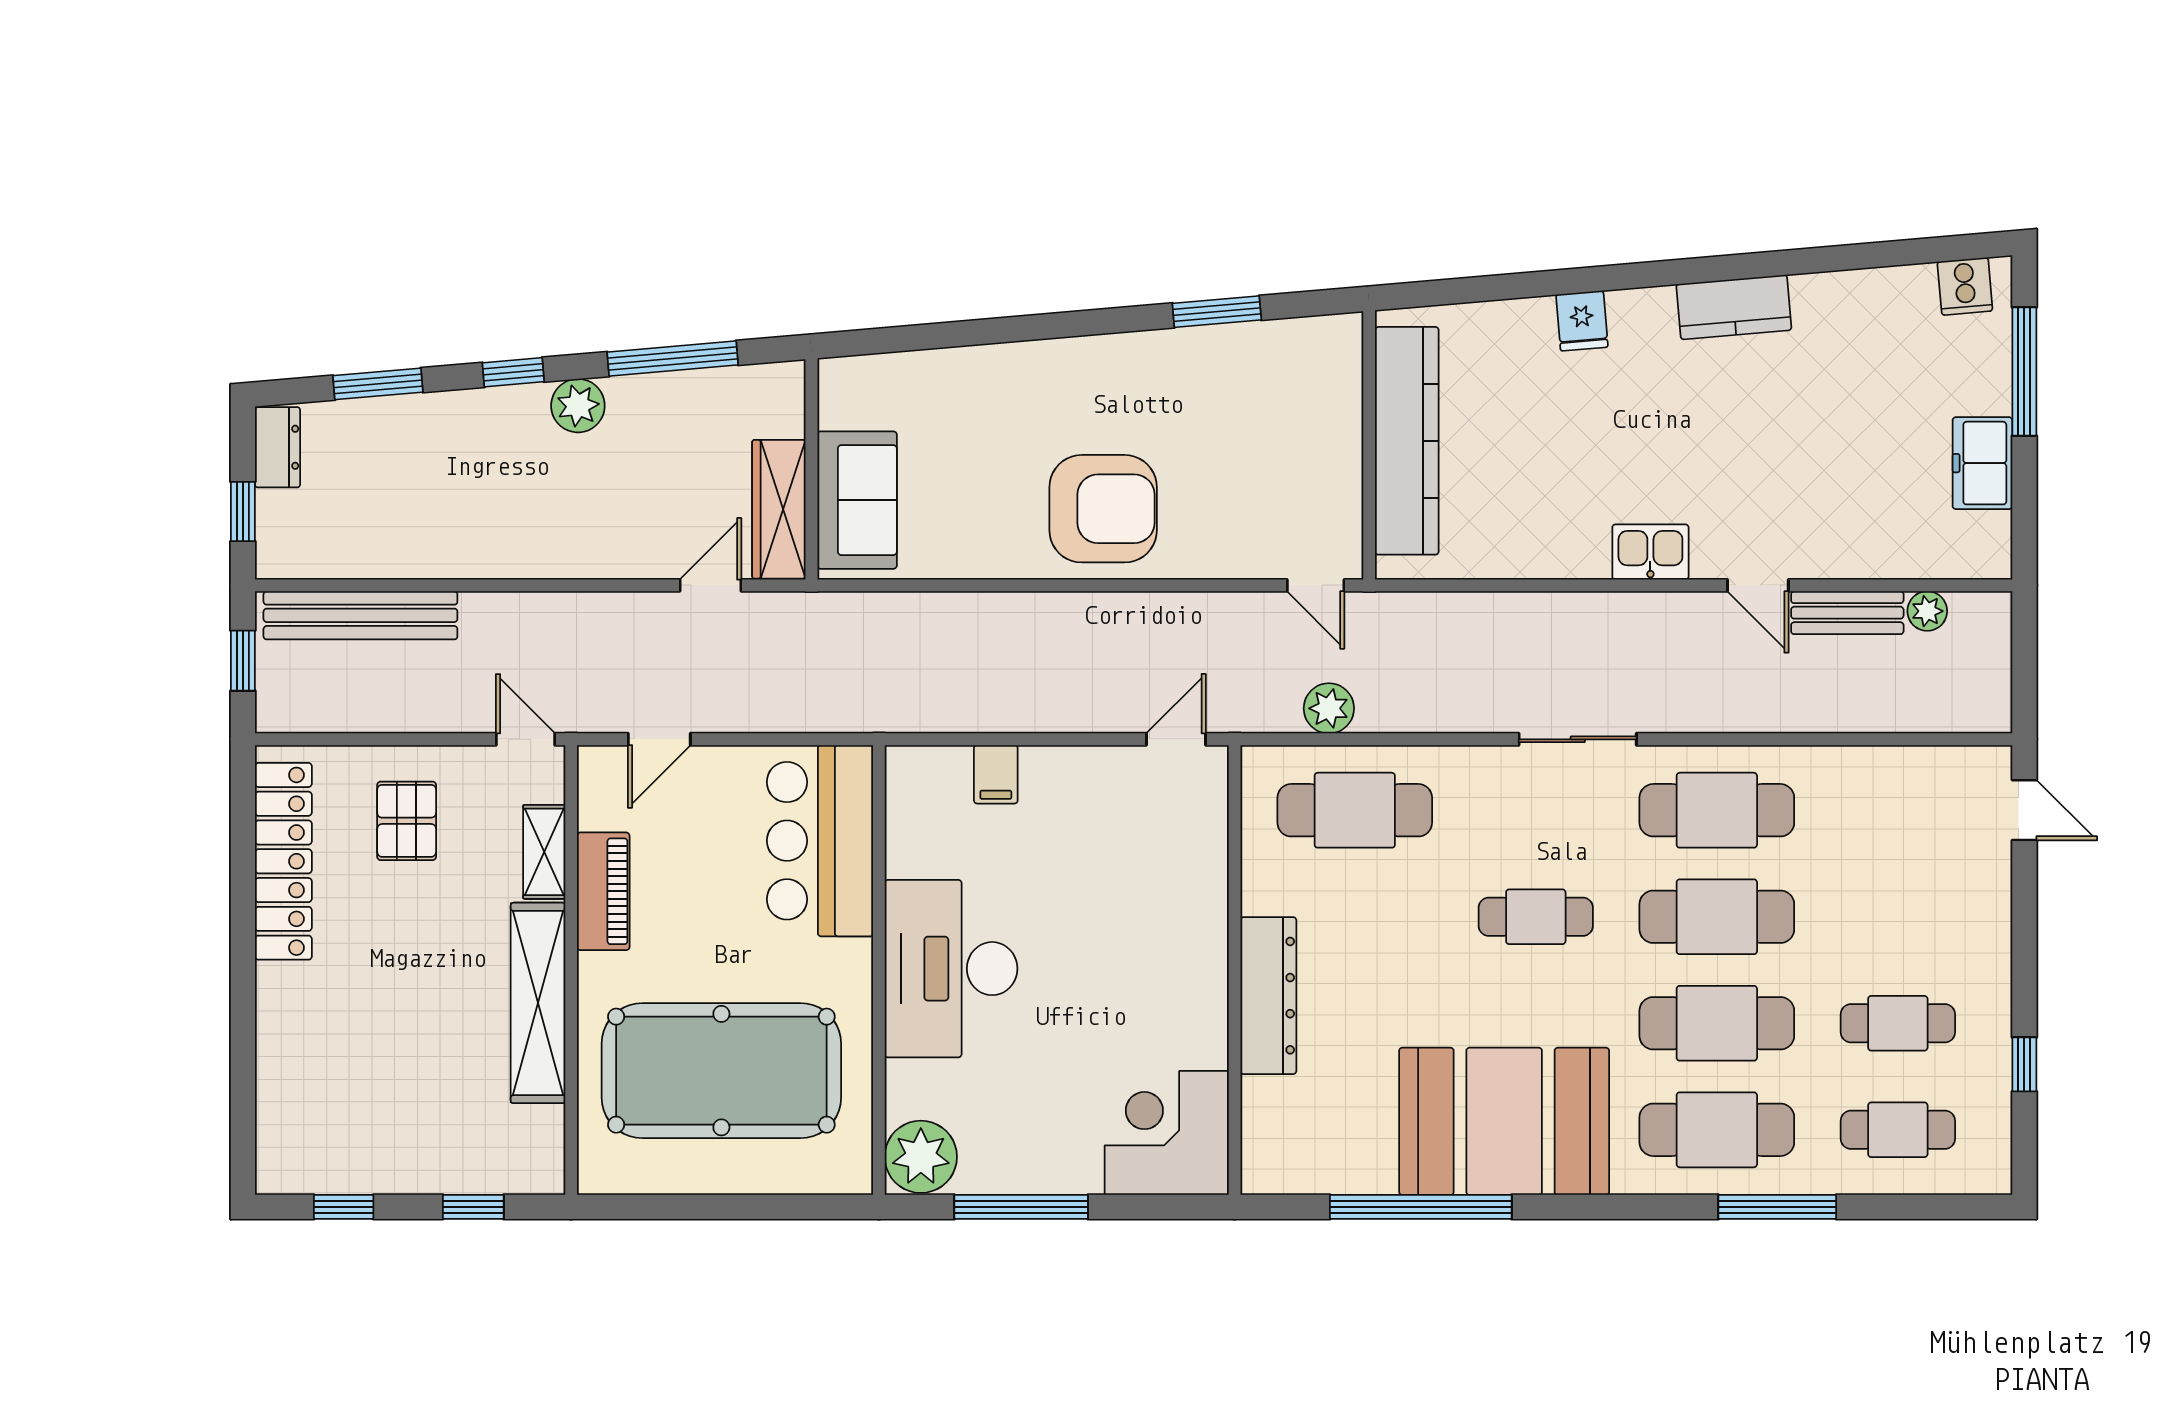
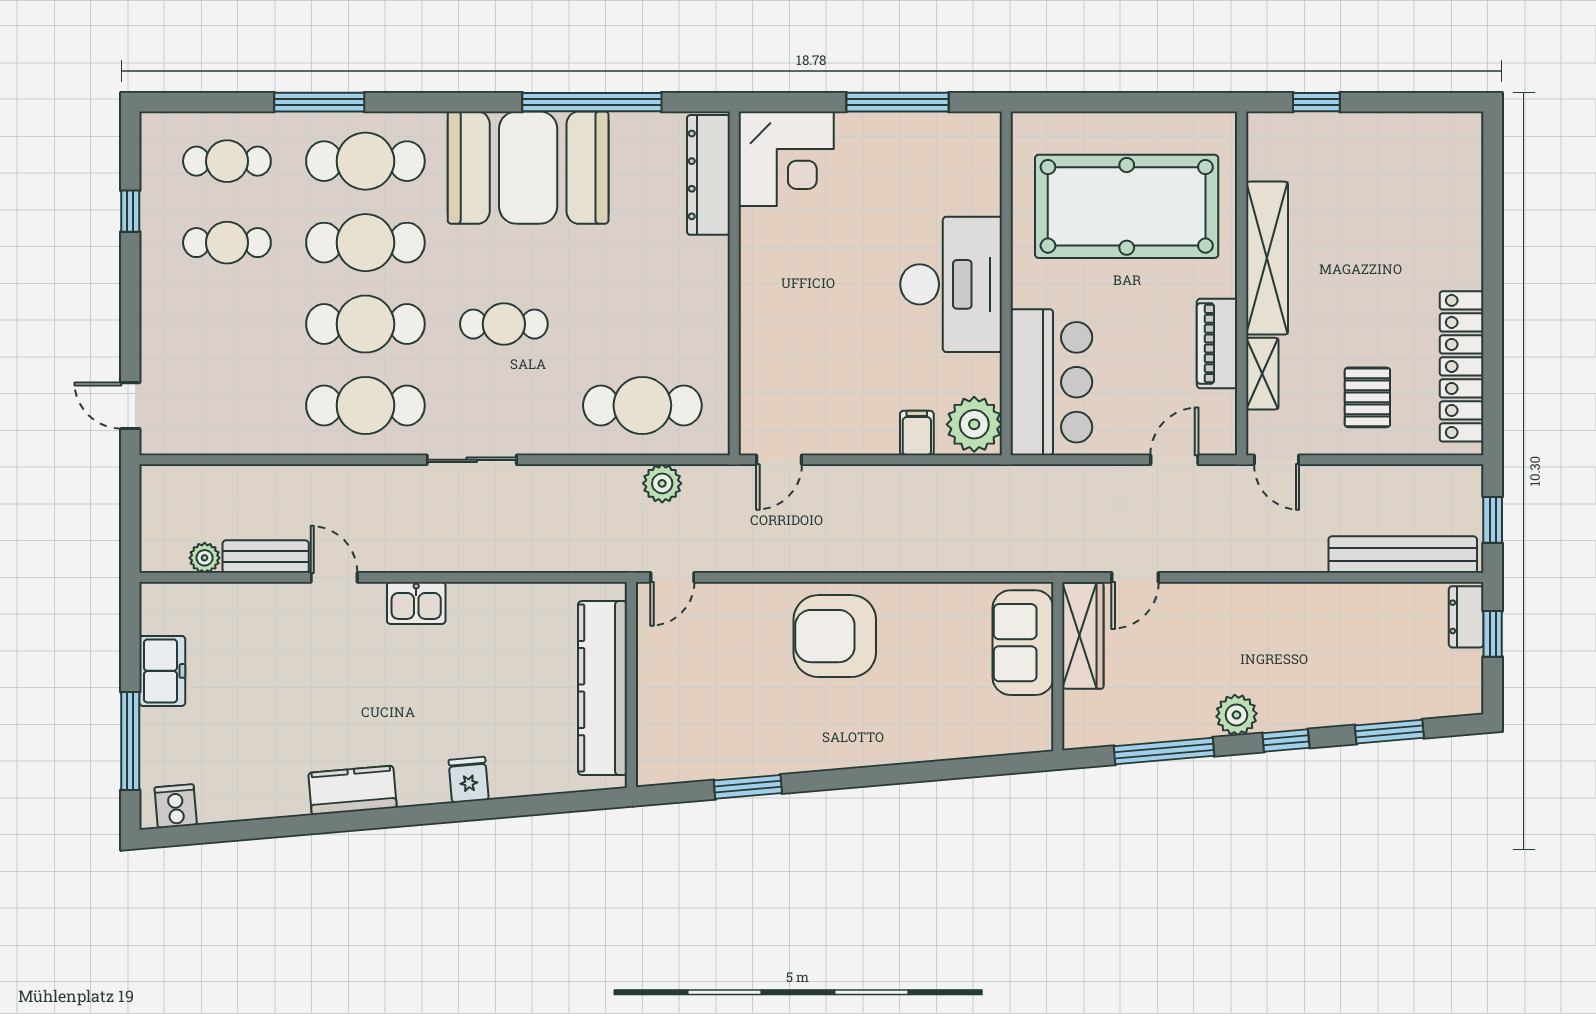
dresser: (278, 447) -> (1466, 617), moved
door: (1316, 585) -> (672, 577), swing flipped
dresser: (1268, 996) -> (708, 175), moved
plant: (921, 1157) -> (974, 424), moved
window: (344, 1207) -> (1416, 102), removed

